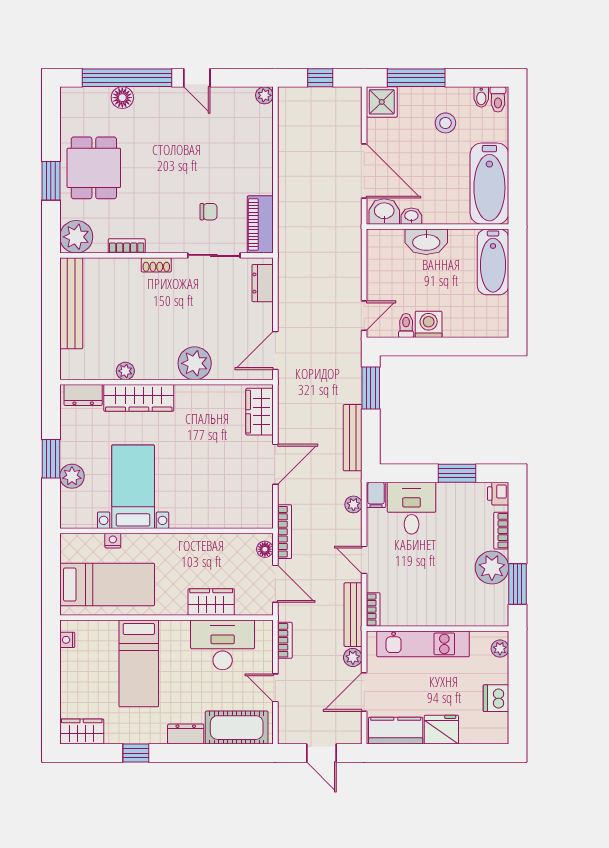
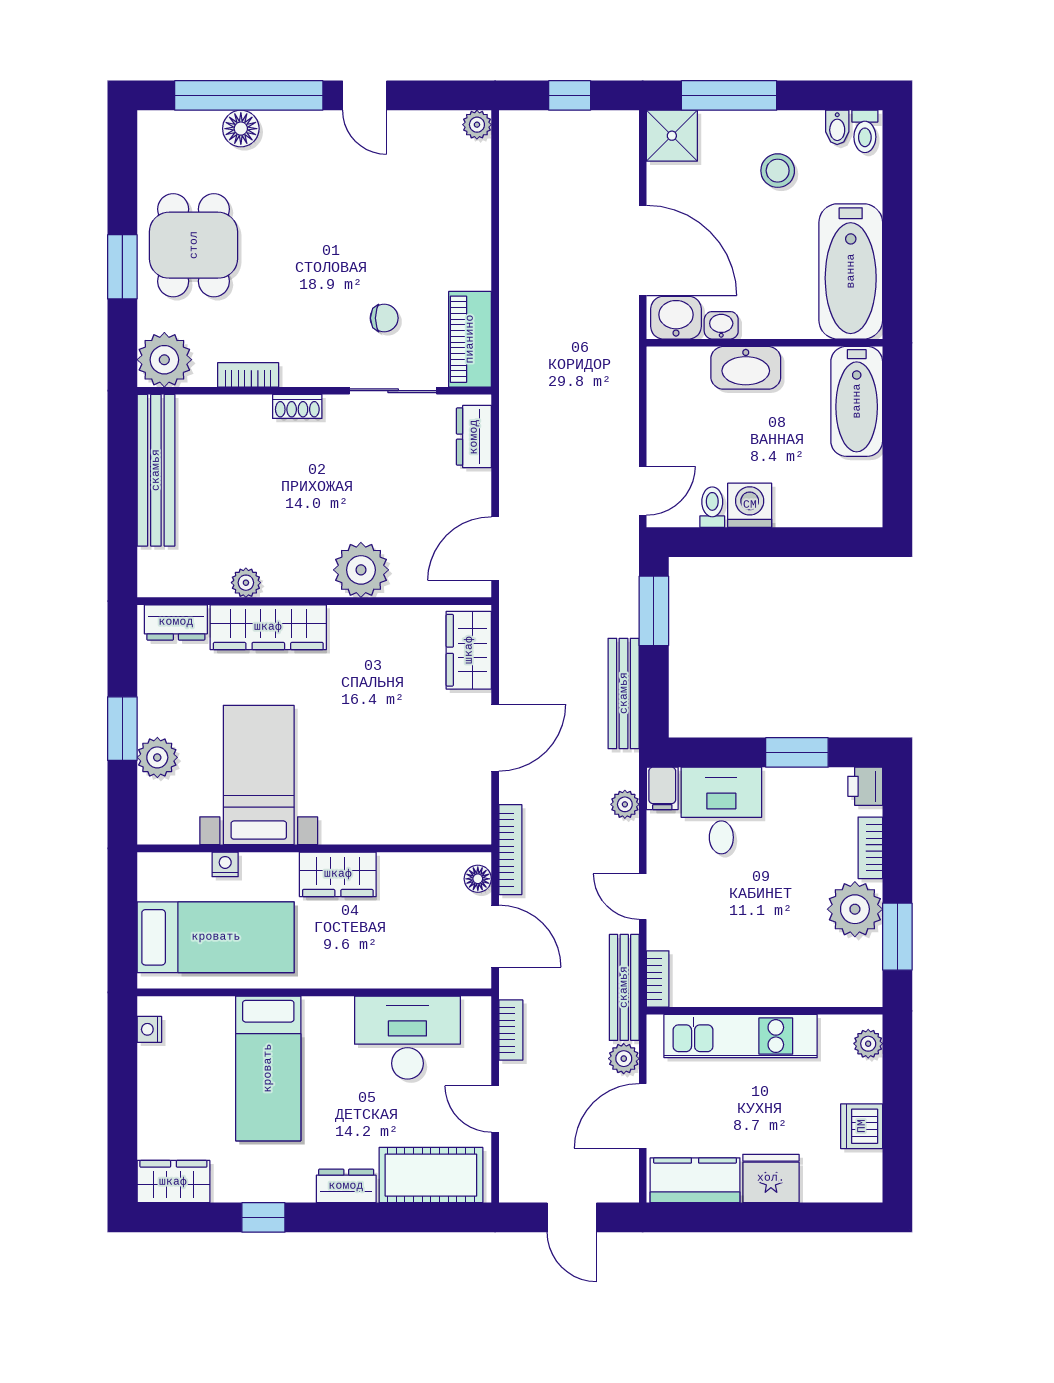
wardrobe: (211, 602) -> (338, 874), moved, turned 180

